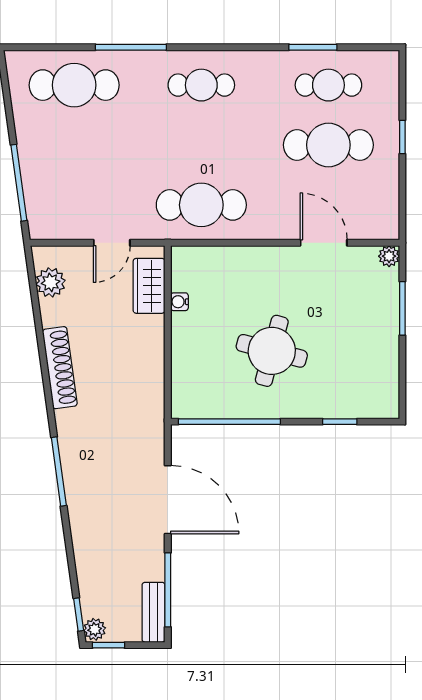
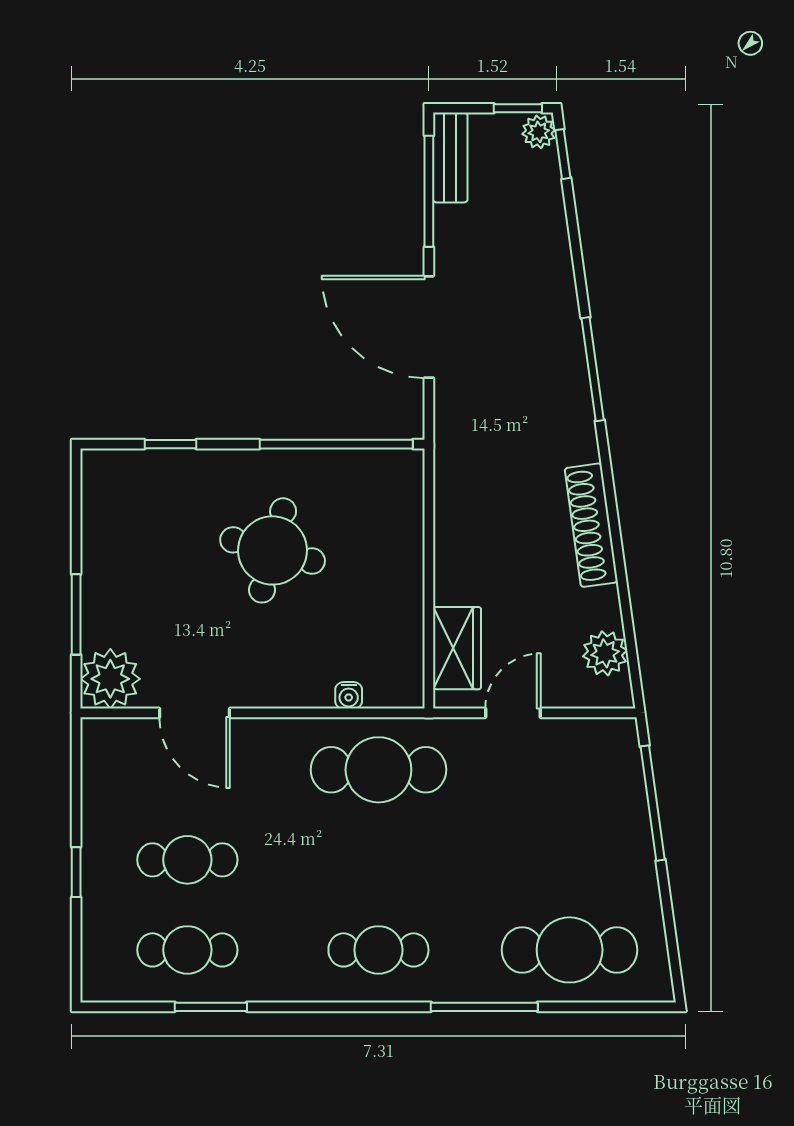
cafe table: (328, 145) -> (187, 860), width x0.73, depth x0.74
plant: (389, 256) -> (110, 679), width x1.87, depth x1.87
water cooler: (179, 302) -> (349, 695), moved, turned 90

